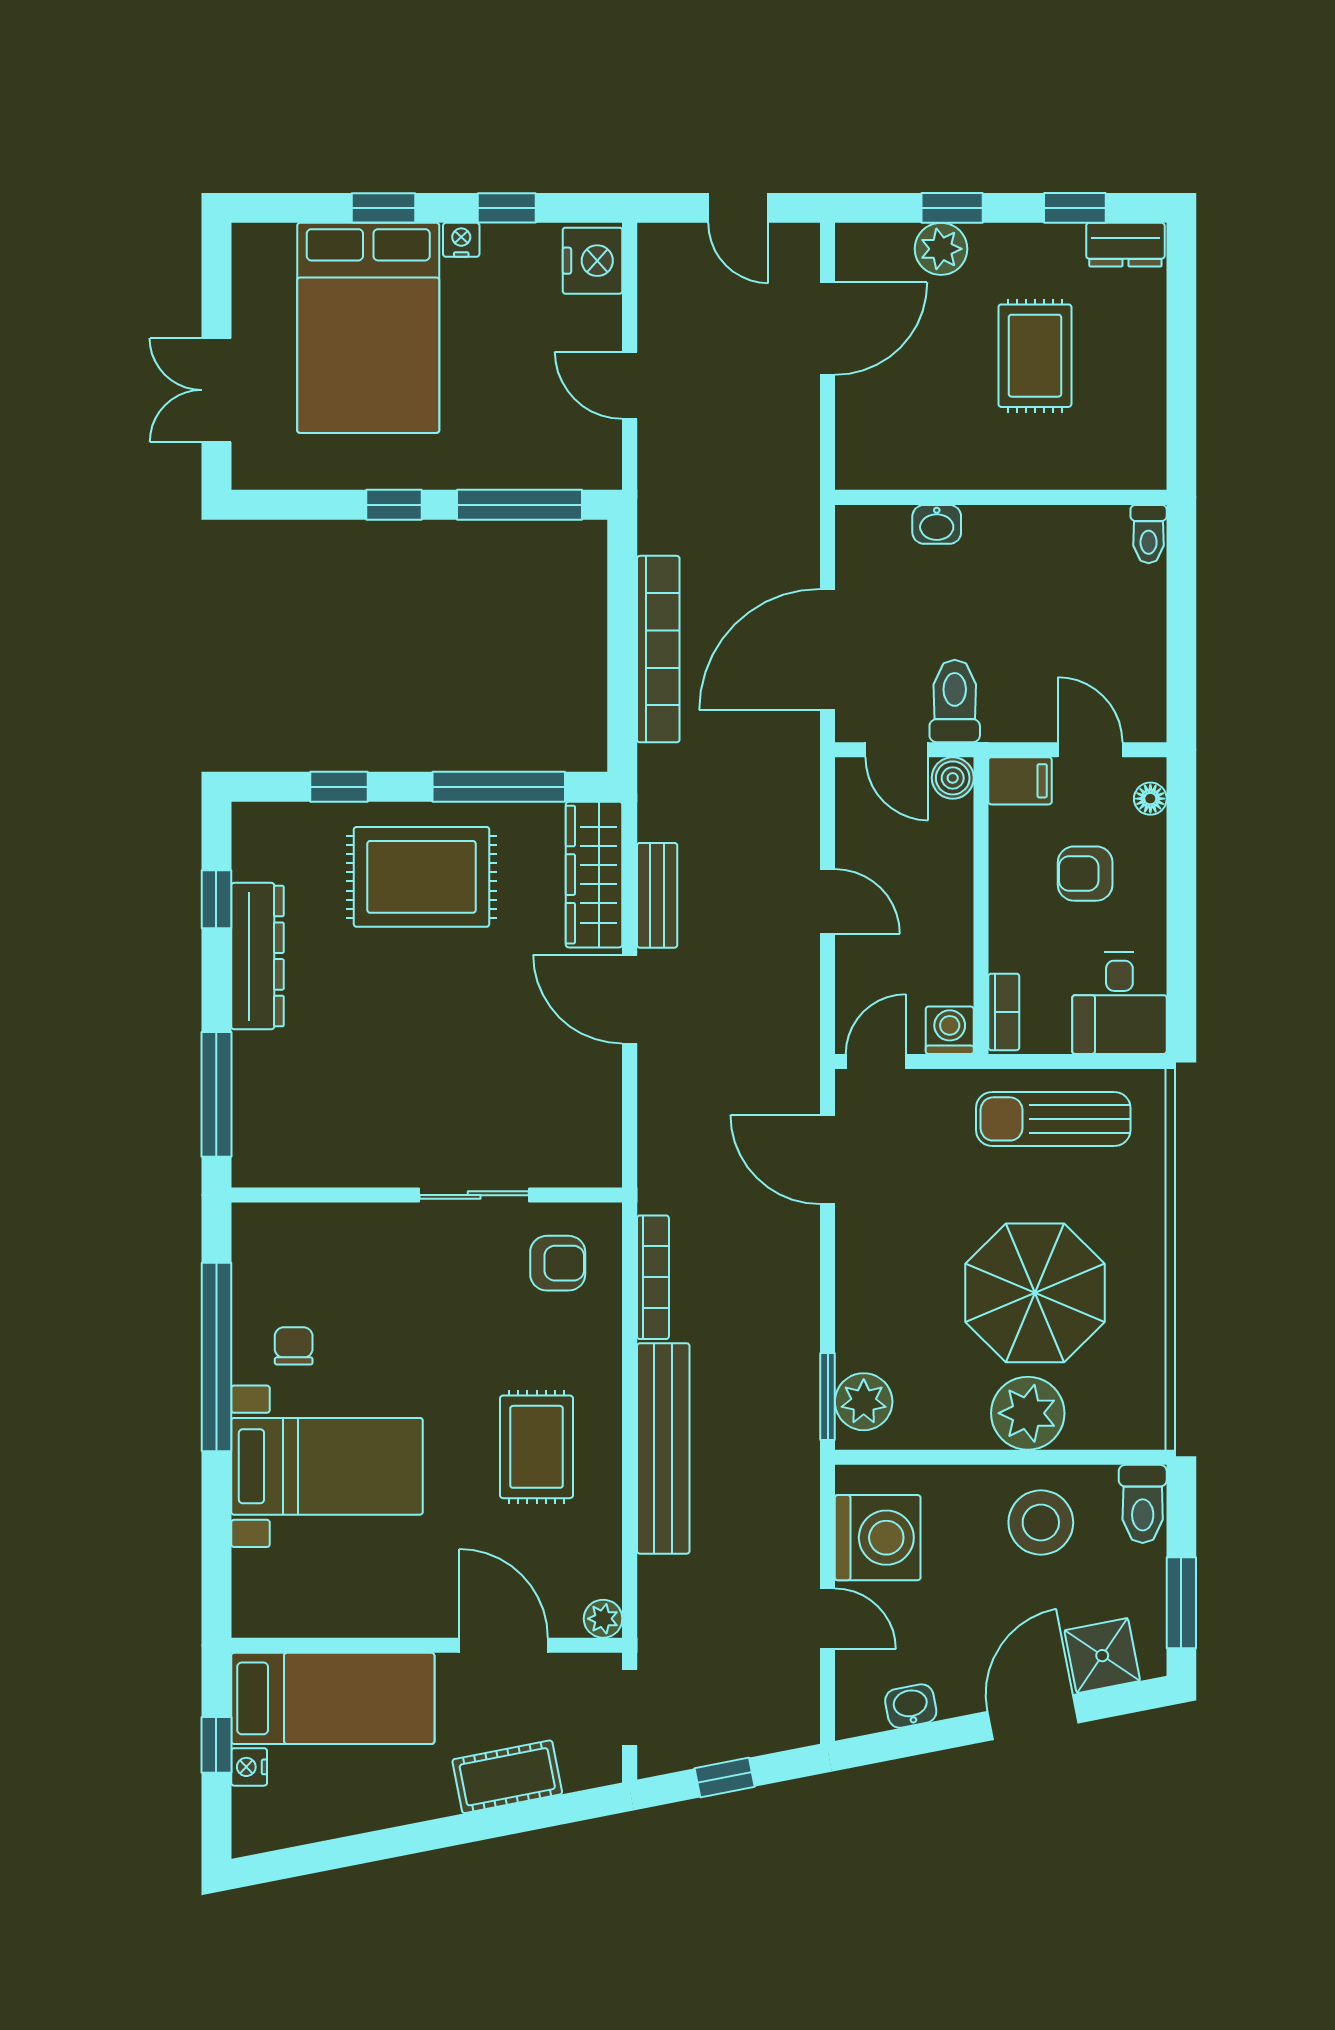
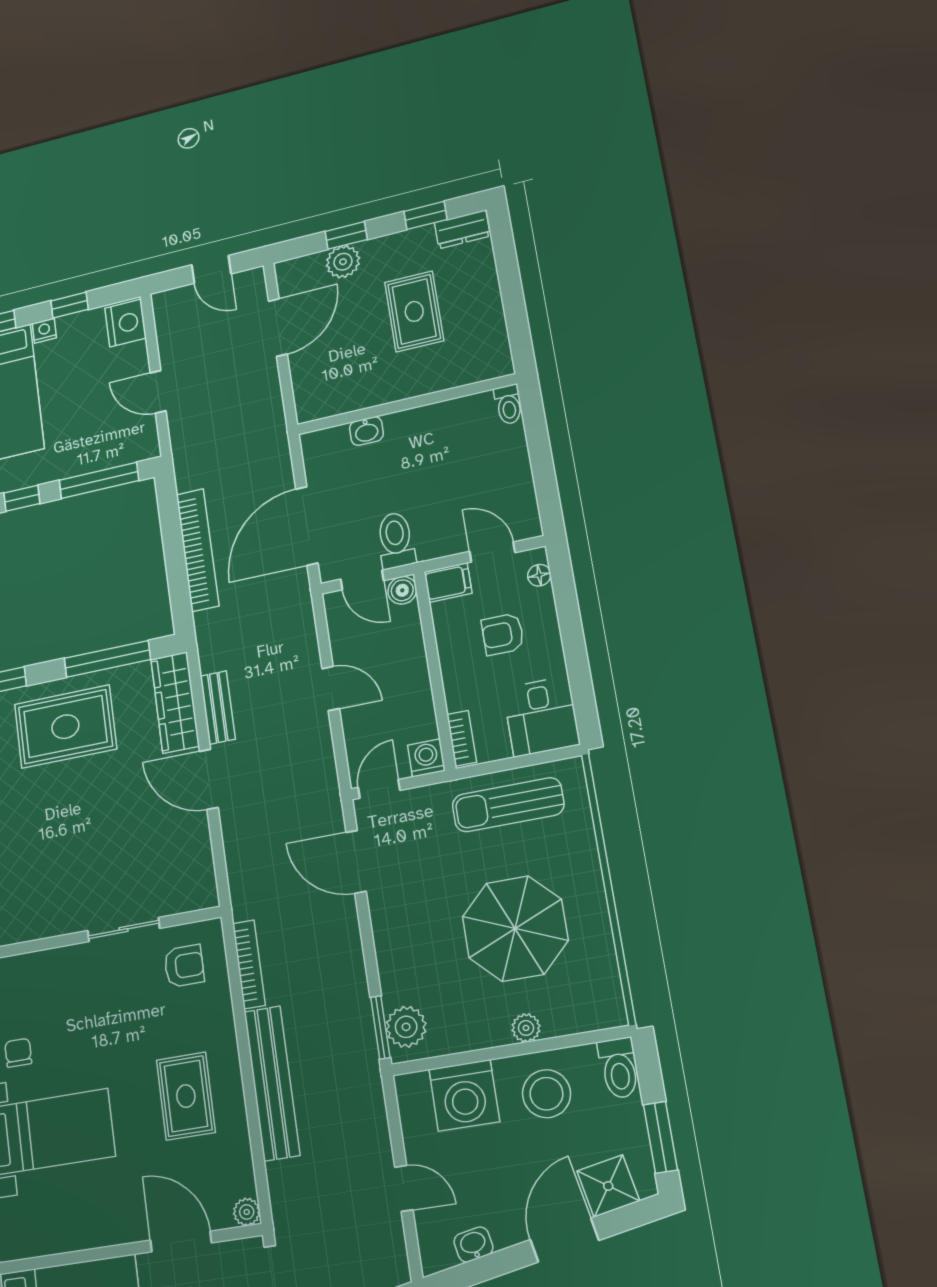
plant: (1028, 1413) -> (526, 1028), width x0.53, depth x0.53
washing machine: (878, 1538) -> (464, 1095), moved, turned 90

